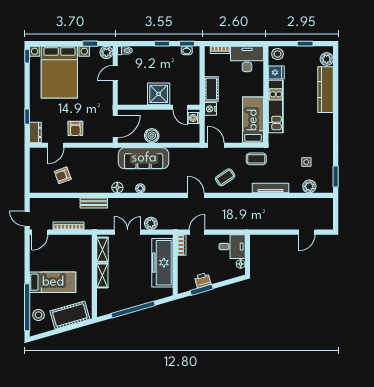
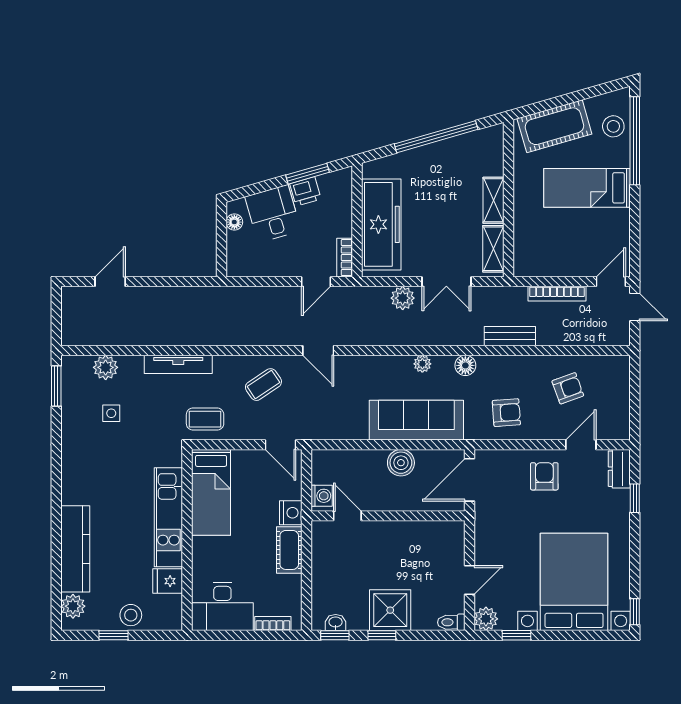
stool: (278, 54) -> (131, 615), moved
shower: (159, 94) -> (390, 610), moved
armchair: (96, 162) -> (506, 413), added
desk: (232, 247) -> (273, 214), moved, turned 74

